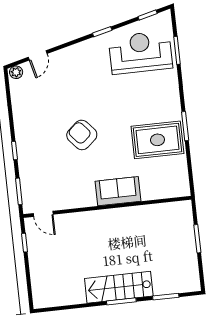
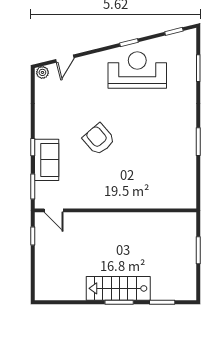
reception desk: (141, 52) -> (137, 70), moved
rug: (157, 140) -> (170, 152), removed
sofa: (118, 191) -> (47, 160), moved, turned 90

